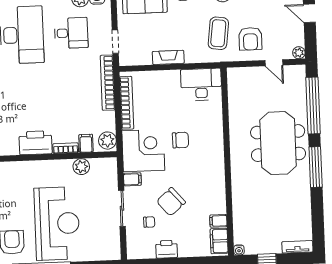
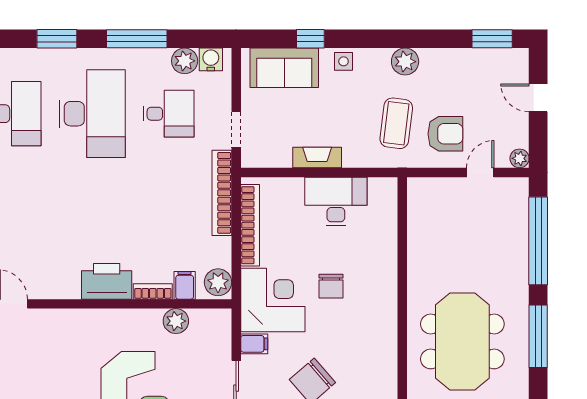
armchair: (250, 39) -> (445, 134), turned -90
door: (274, 63) -> (480, 172), swing flipped
desk: (201, 85) -> (336, 201), moved
chair: (180, 140) -> (331, 286), turned 90
meeting table: (278, 143) -> (462, 341), moved

